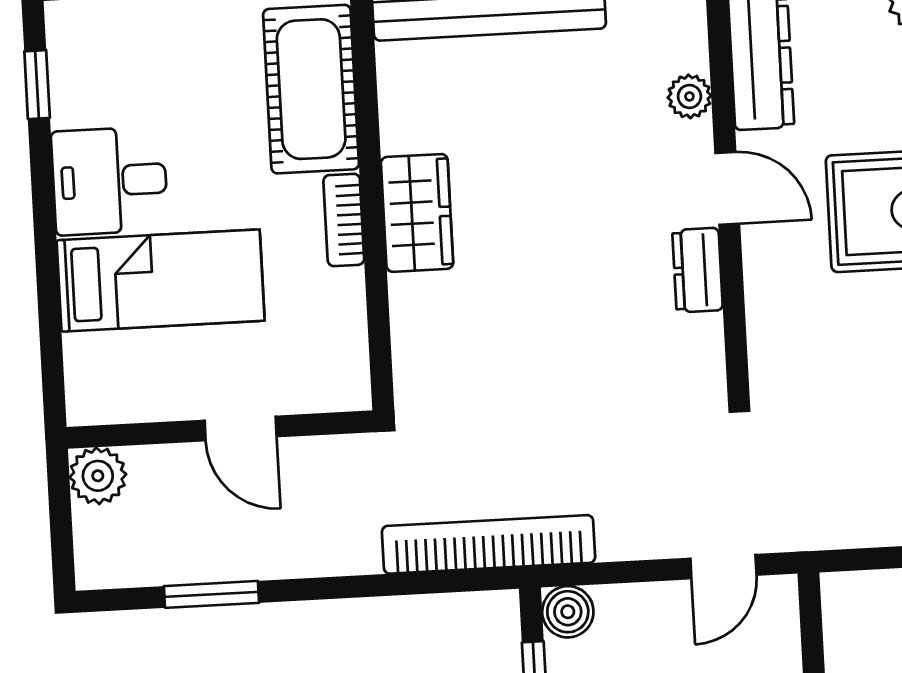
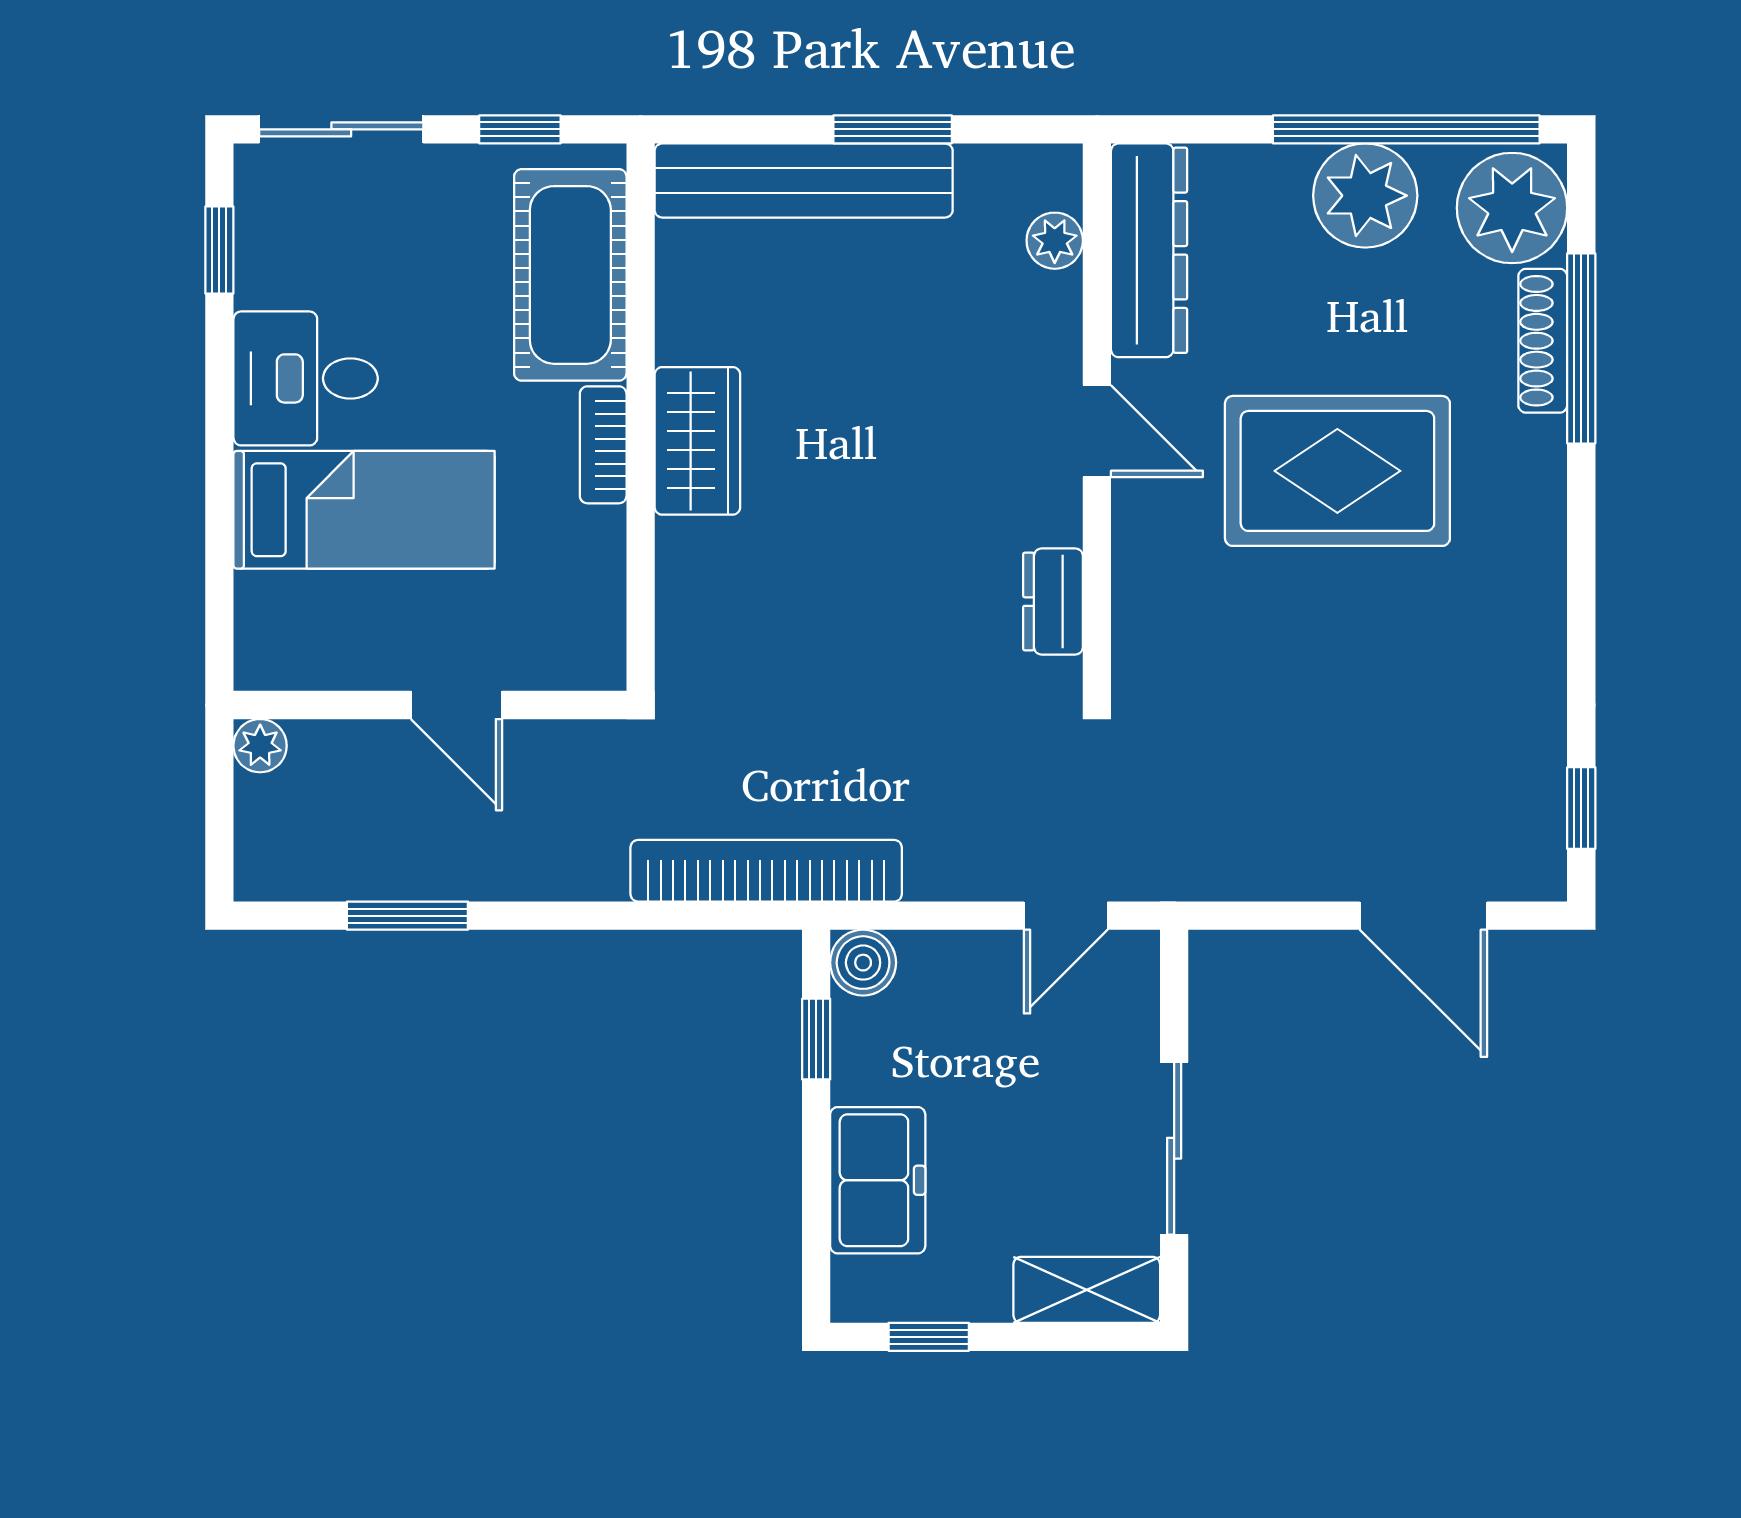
plant: (689, 96) -> (1055, 241), moved
dresser: (698, 270) -> (1053, 602), moved
plant: (98, 476) -> (260, 746), width x0.73, depth x0.73

